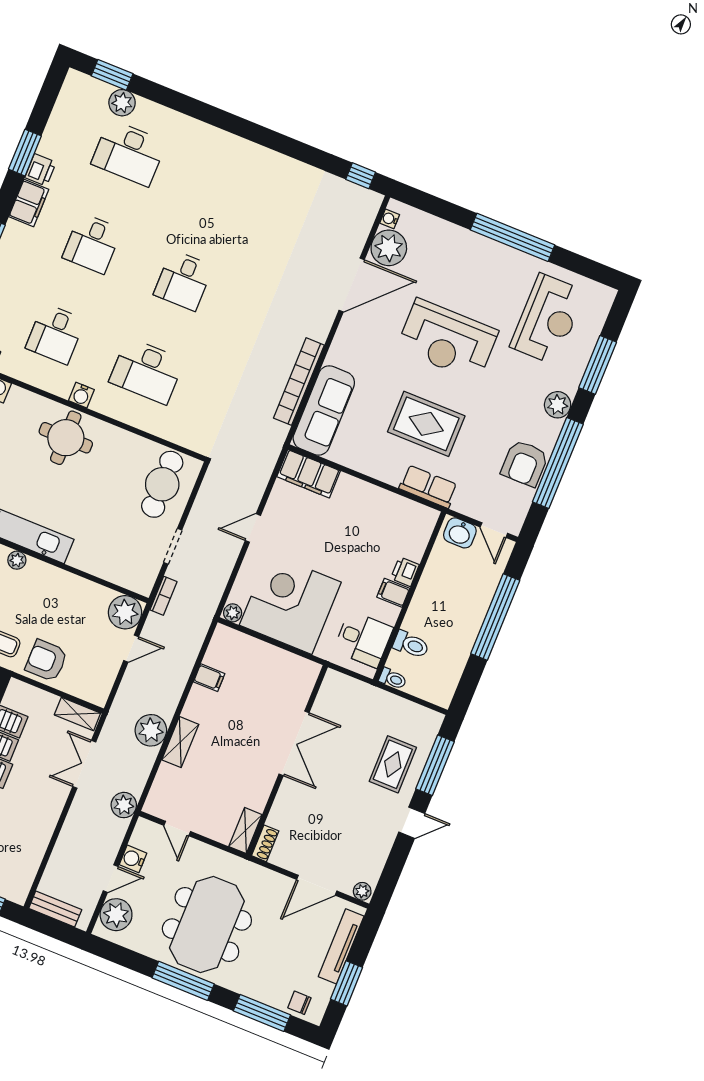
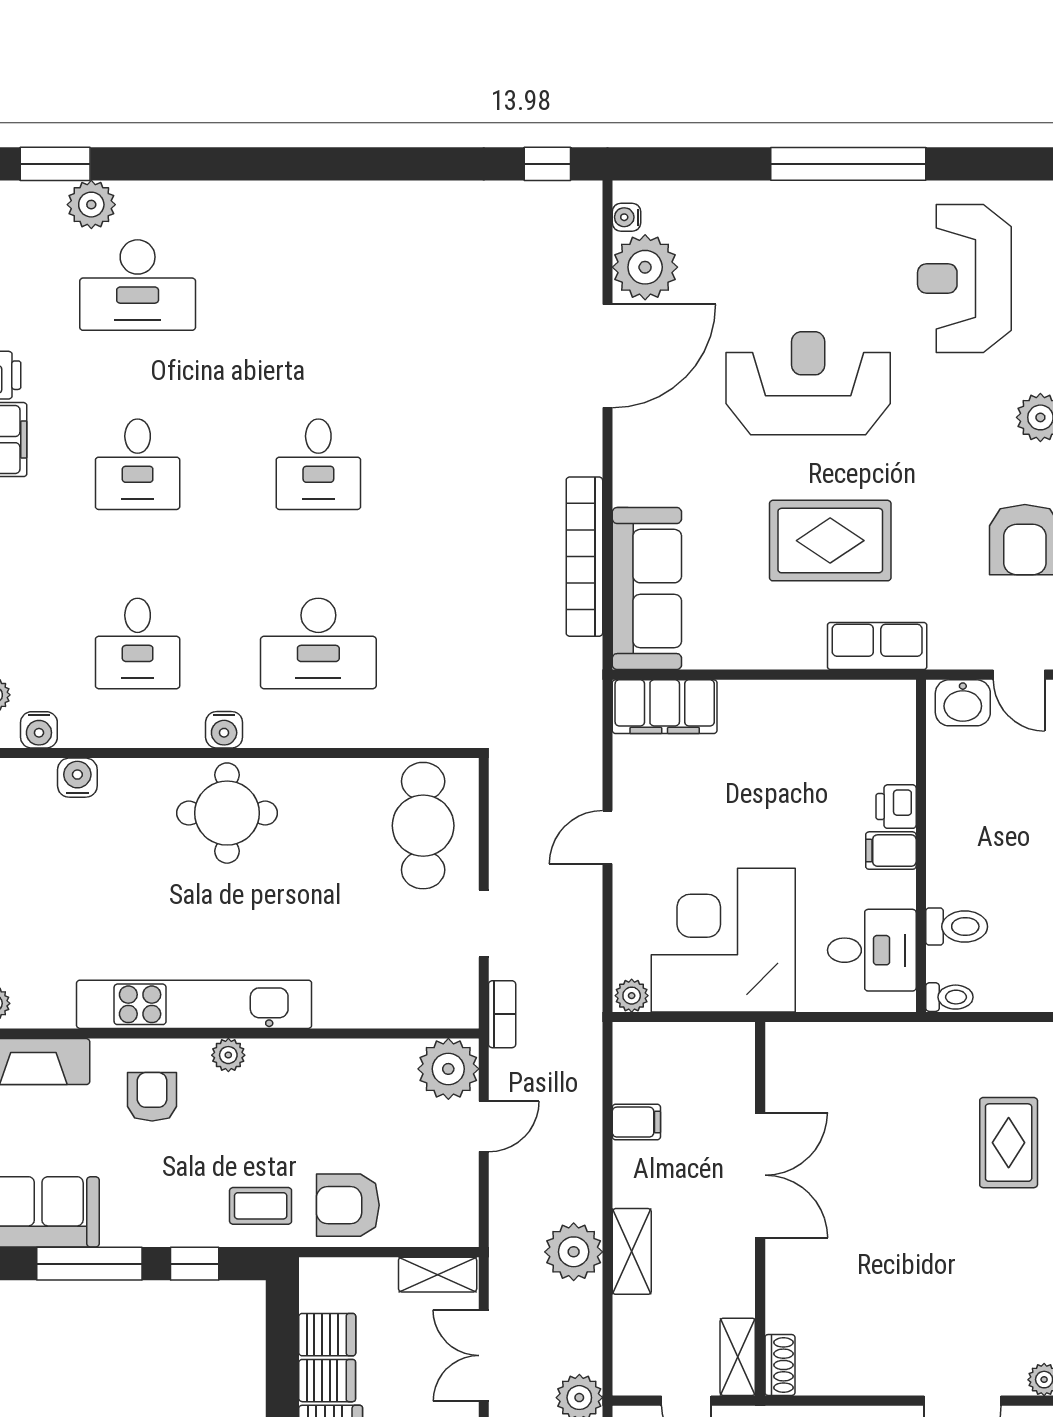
reception desk: (548, 319) -> (964, 278), turned 180
reception desk: (447, 340) -> (808, 383), turned 180
double door: (294, 743) -> (760, 1175), moved
wall: (287, 760) -> (760, 1209), moved
shelving: (245, 831) -> (738, 1357), moved
shoe rack: (265, 843) -> (780, 1365), moved

